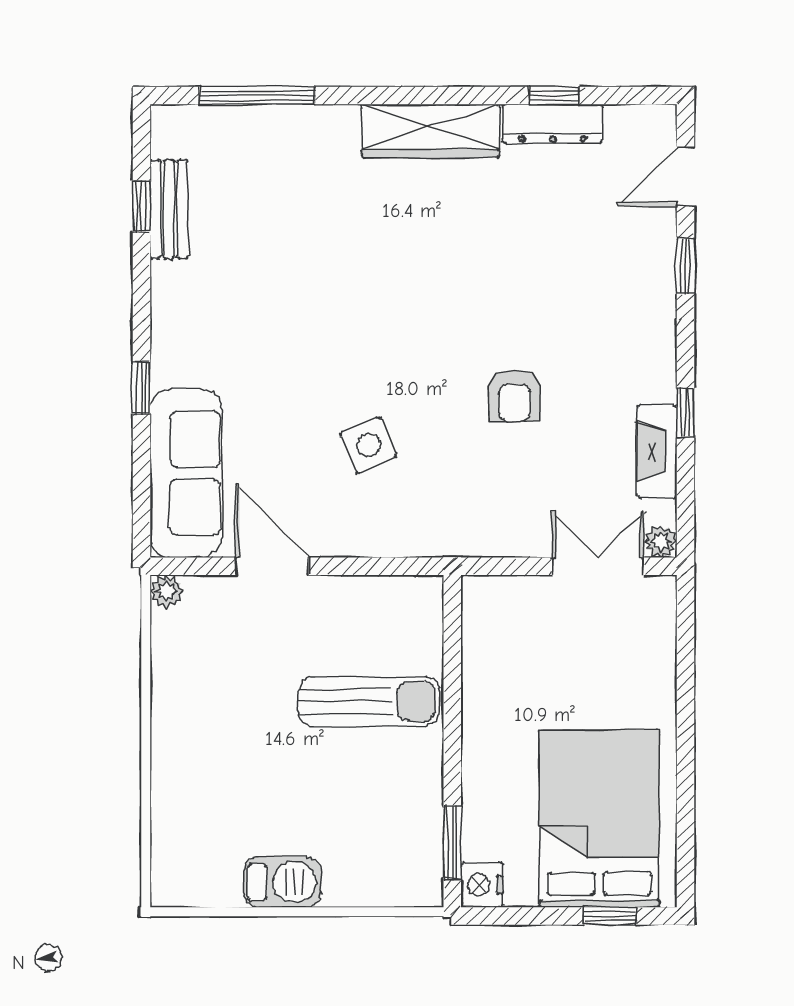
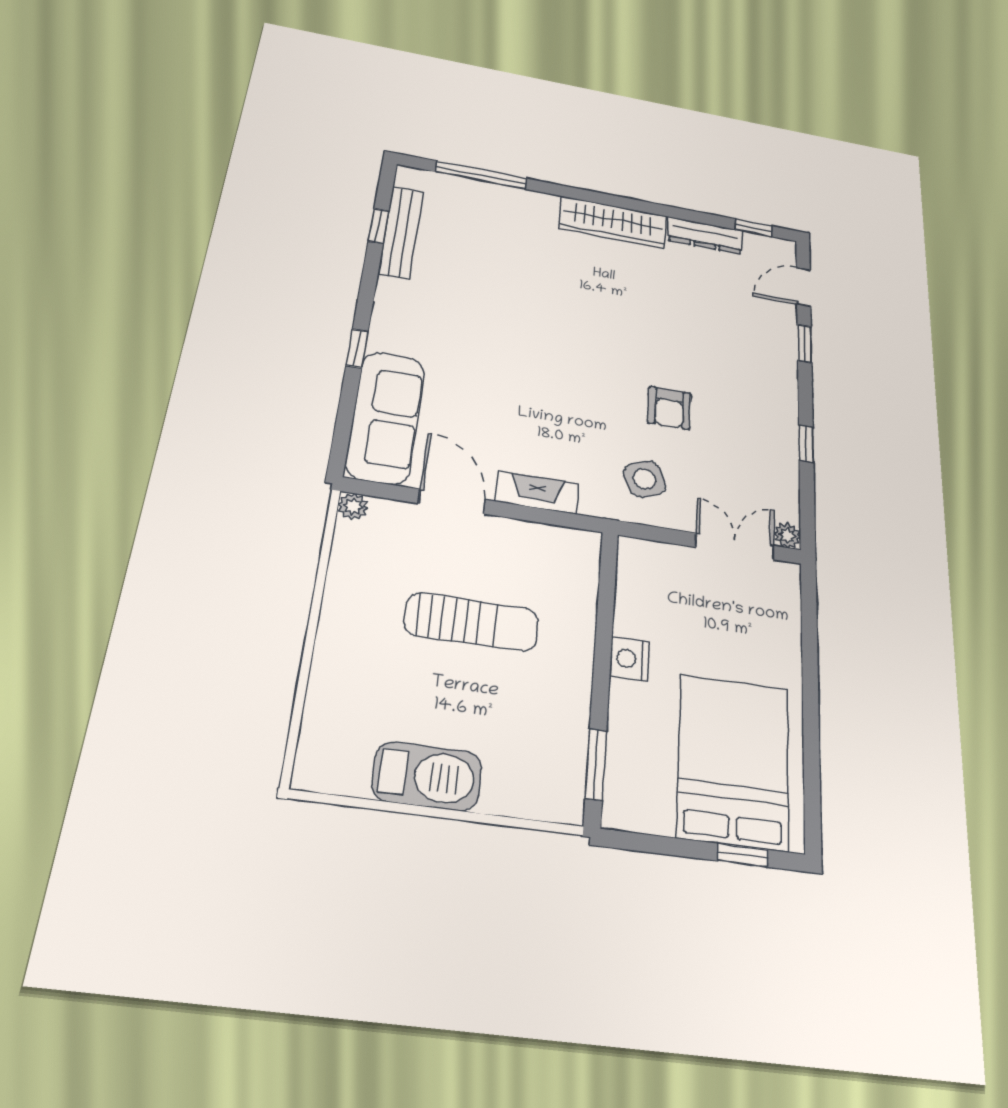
window: (554, 96) -> (753, 228), moved
bench: (169, 209) -> (401, 232), width x1.36
side table: (369, 445) -> (645, 479), moved
fireplace: (657, 452) -> (537, 492), moved, turned 90
sun lounger: (369, 701) -> (472, 622), moved
barbecue: (282, 882) -> (427, 776), width x1.37, depth x1.21
nightstand: (482, 885) -> (629, 659), moved

